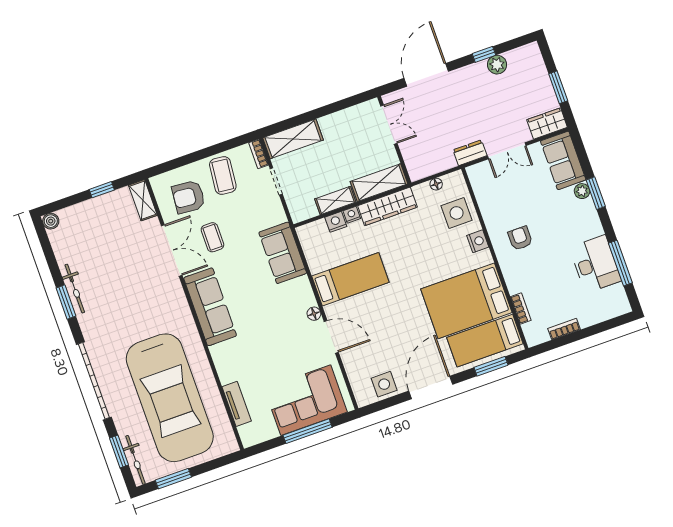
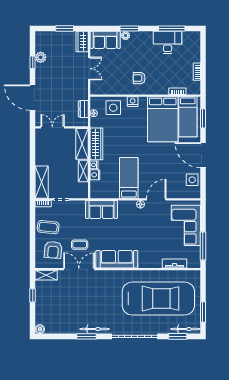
dresser: (470, 153) -> (83, 109), moved
bicycle: (75, 289) -> (95, 329), moved
window: (308, 431) -> (203, 246), moved

